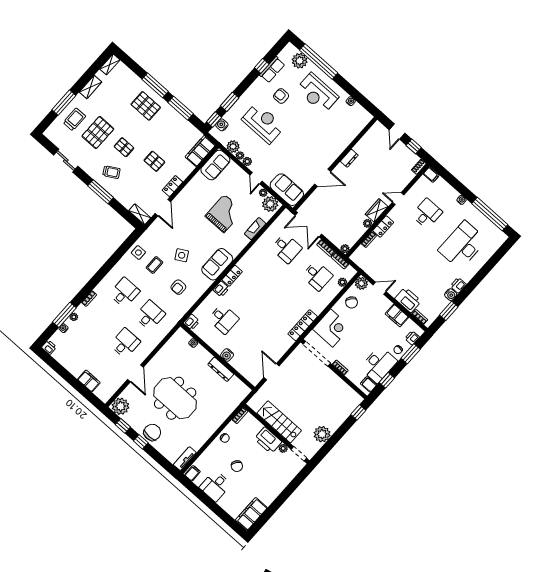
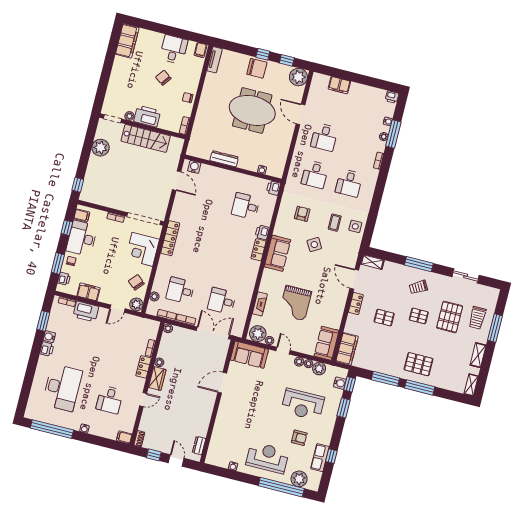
dresser: (349, 158) -> (199, 446), moved
water cooler: (227, 355) -> (194, 167), moved
chair: (152, 432) -> (257, 68), turned -90

